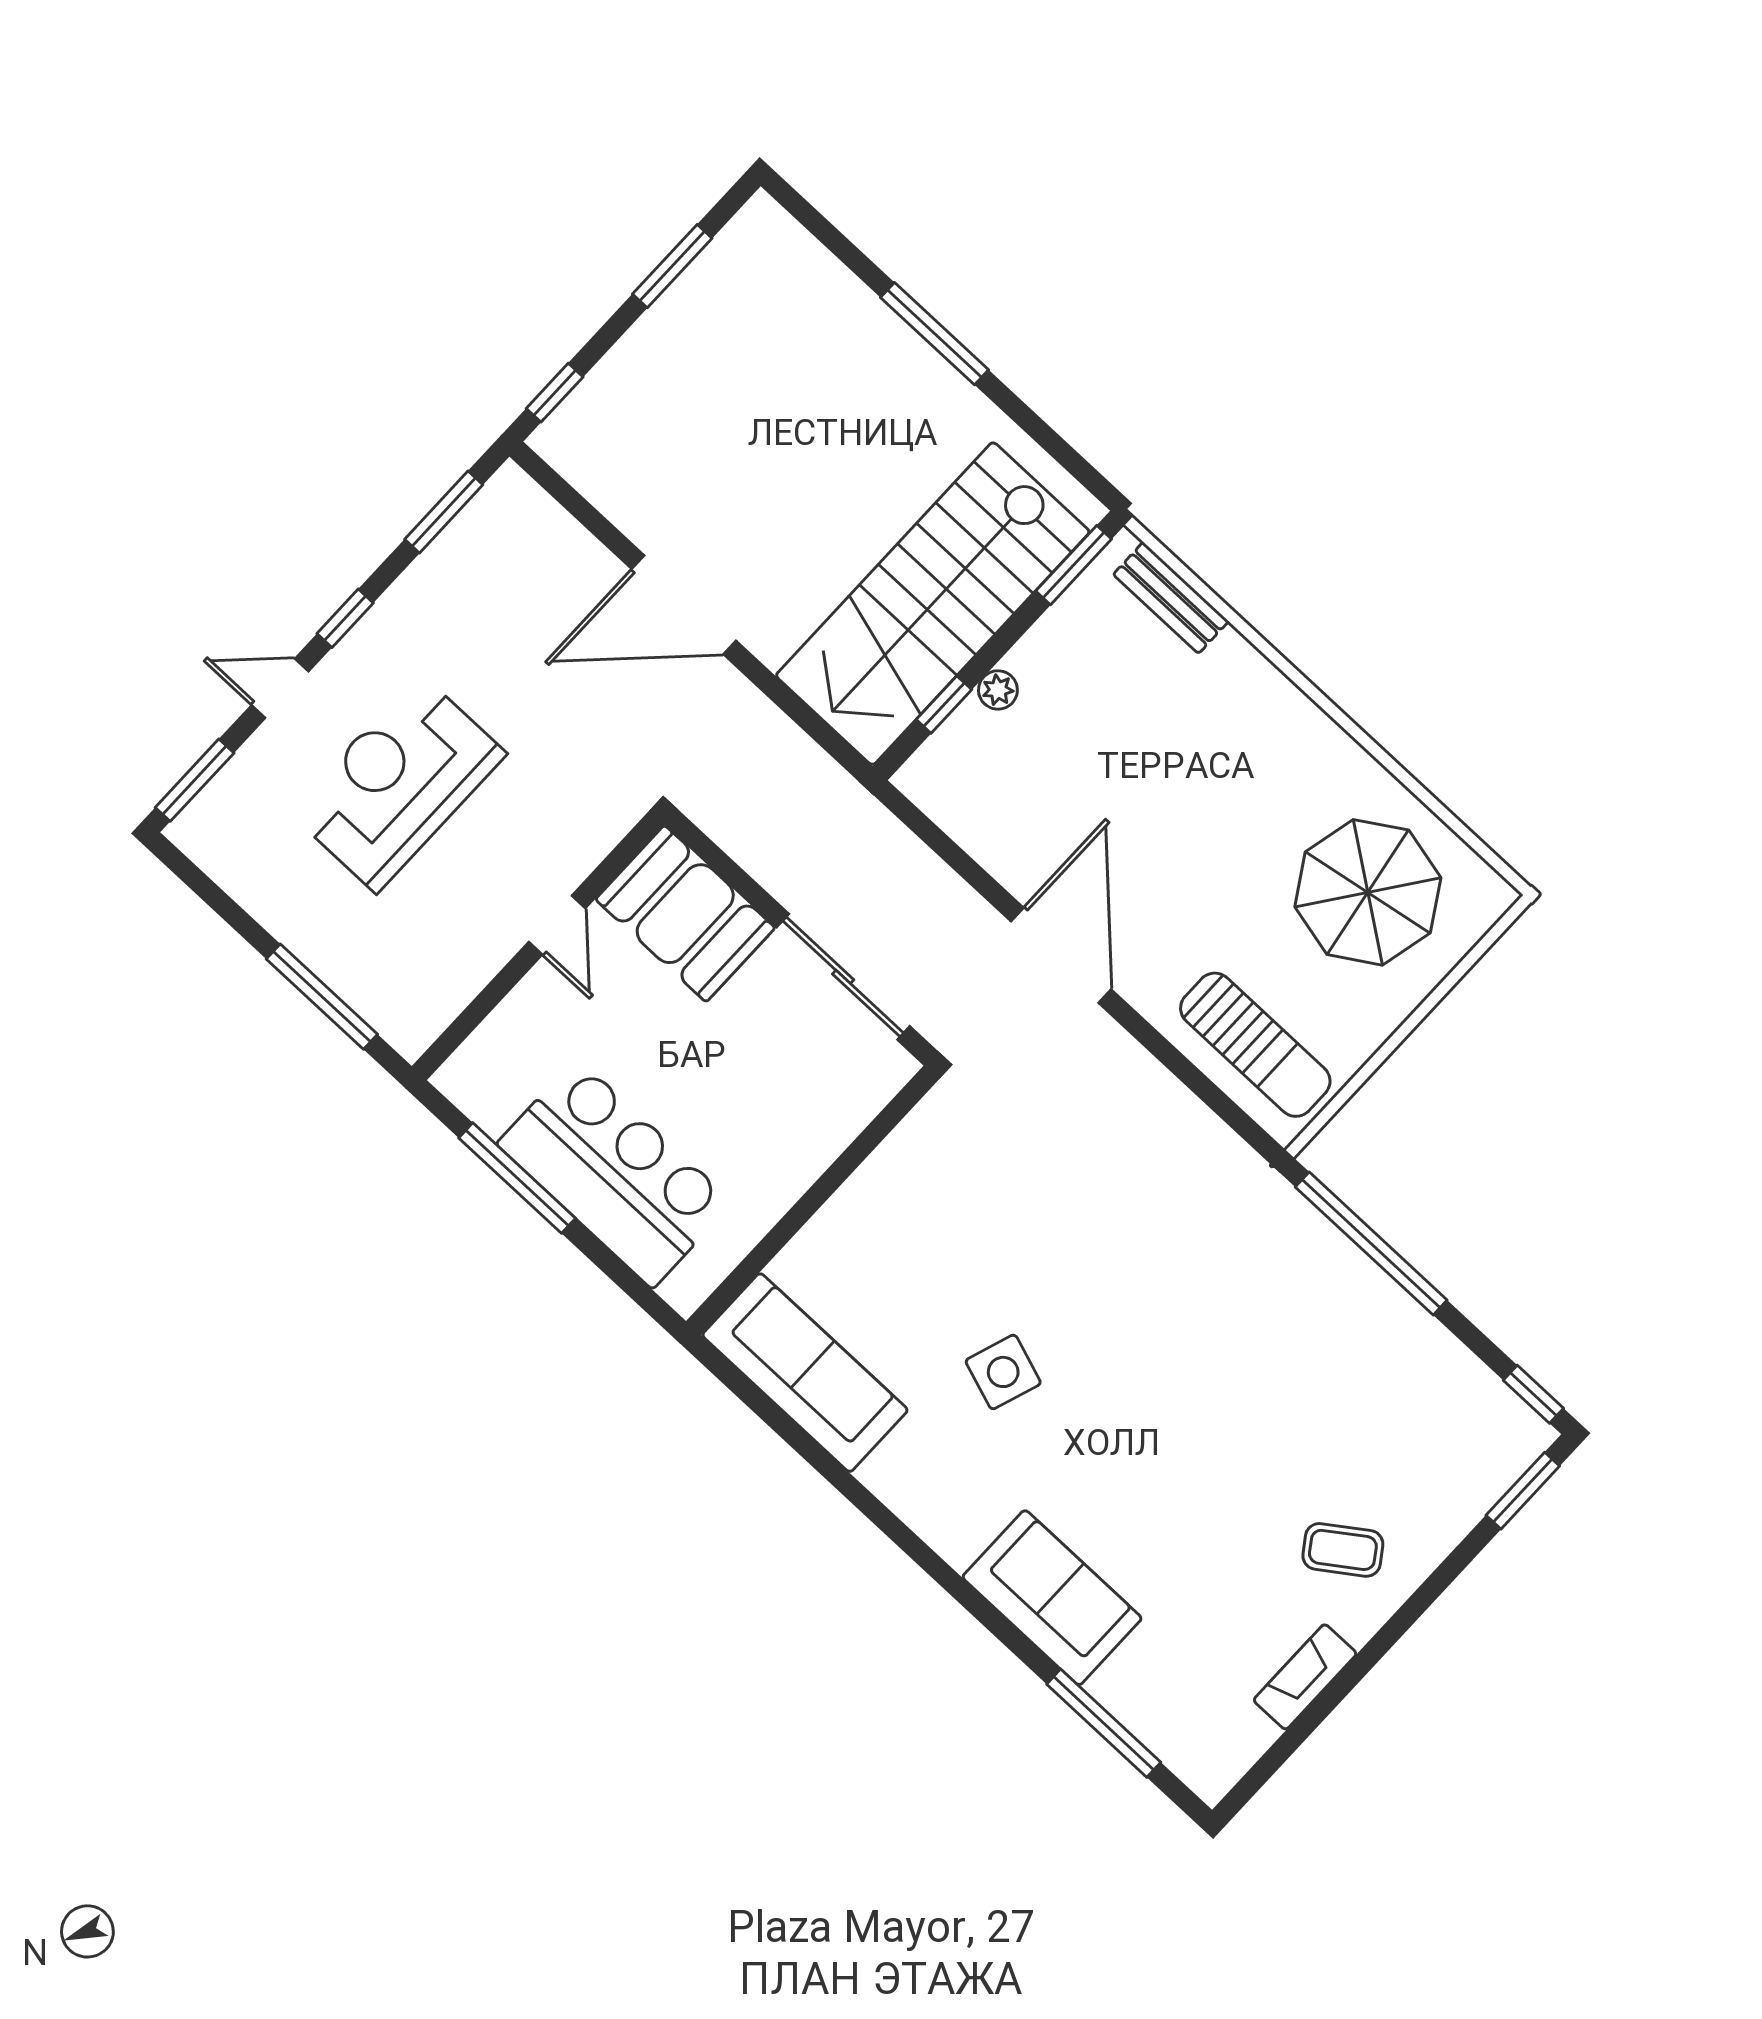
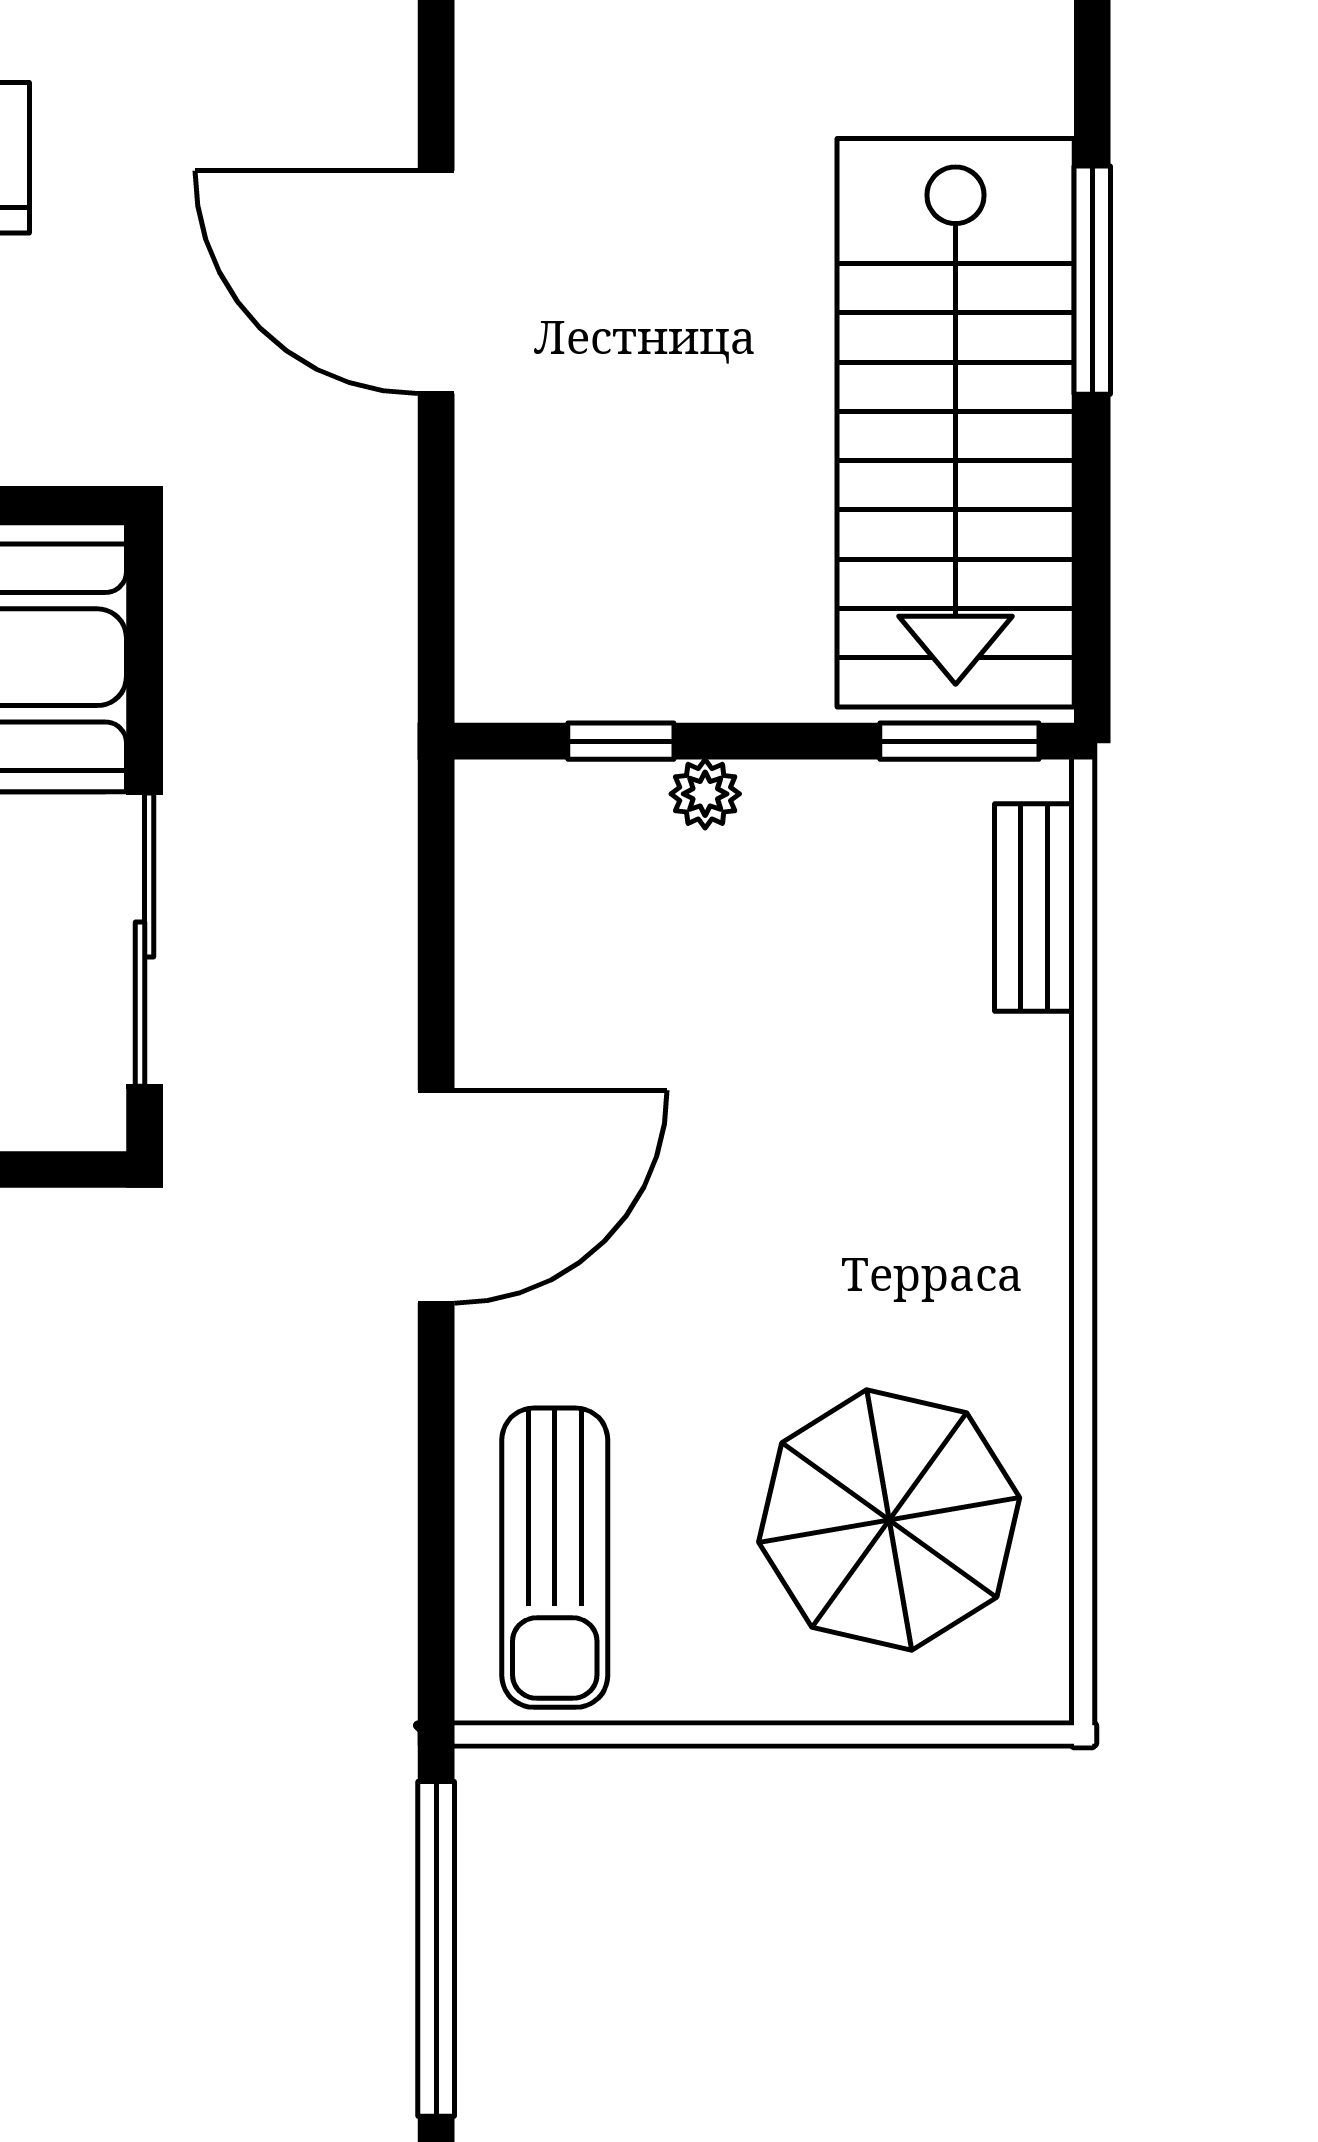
stairs: (933, 604) -> (956, 423), moved, turned -90

